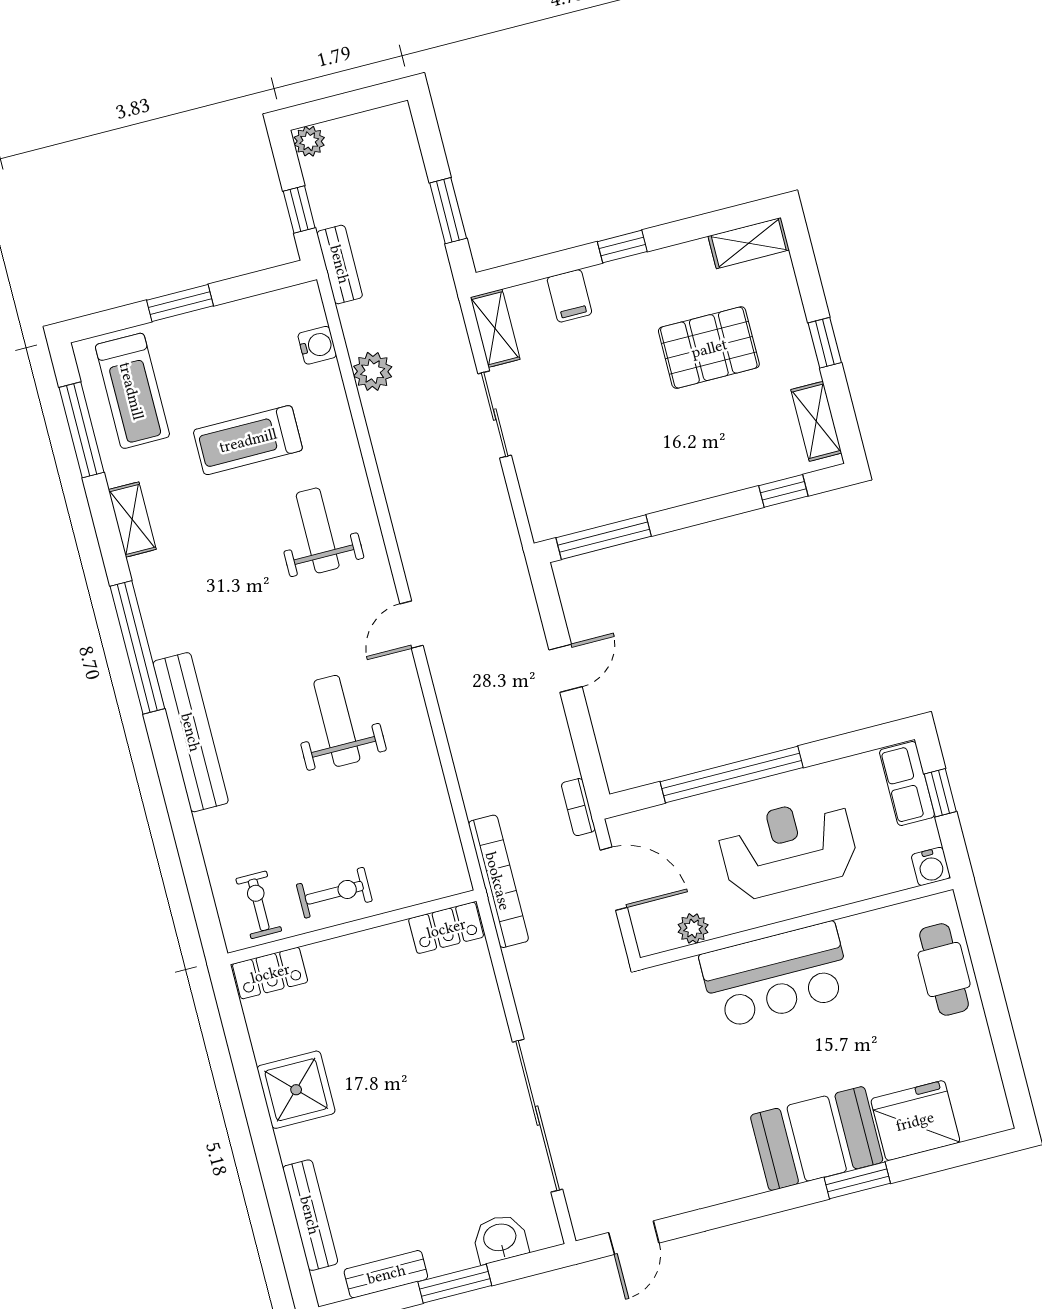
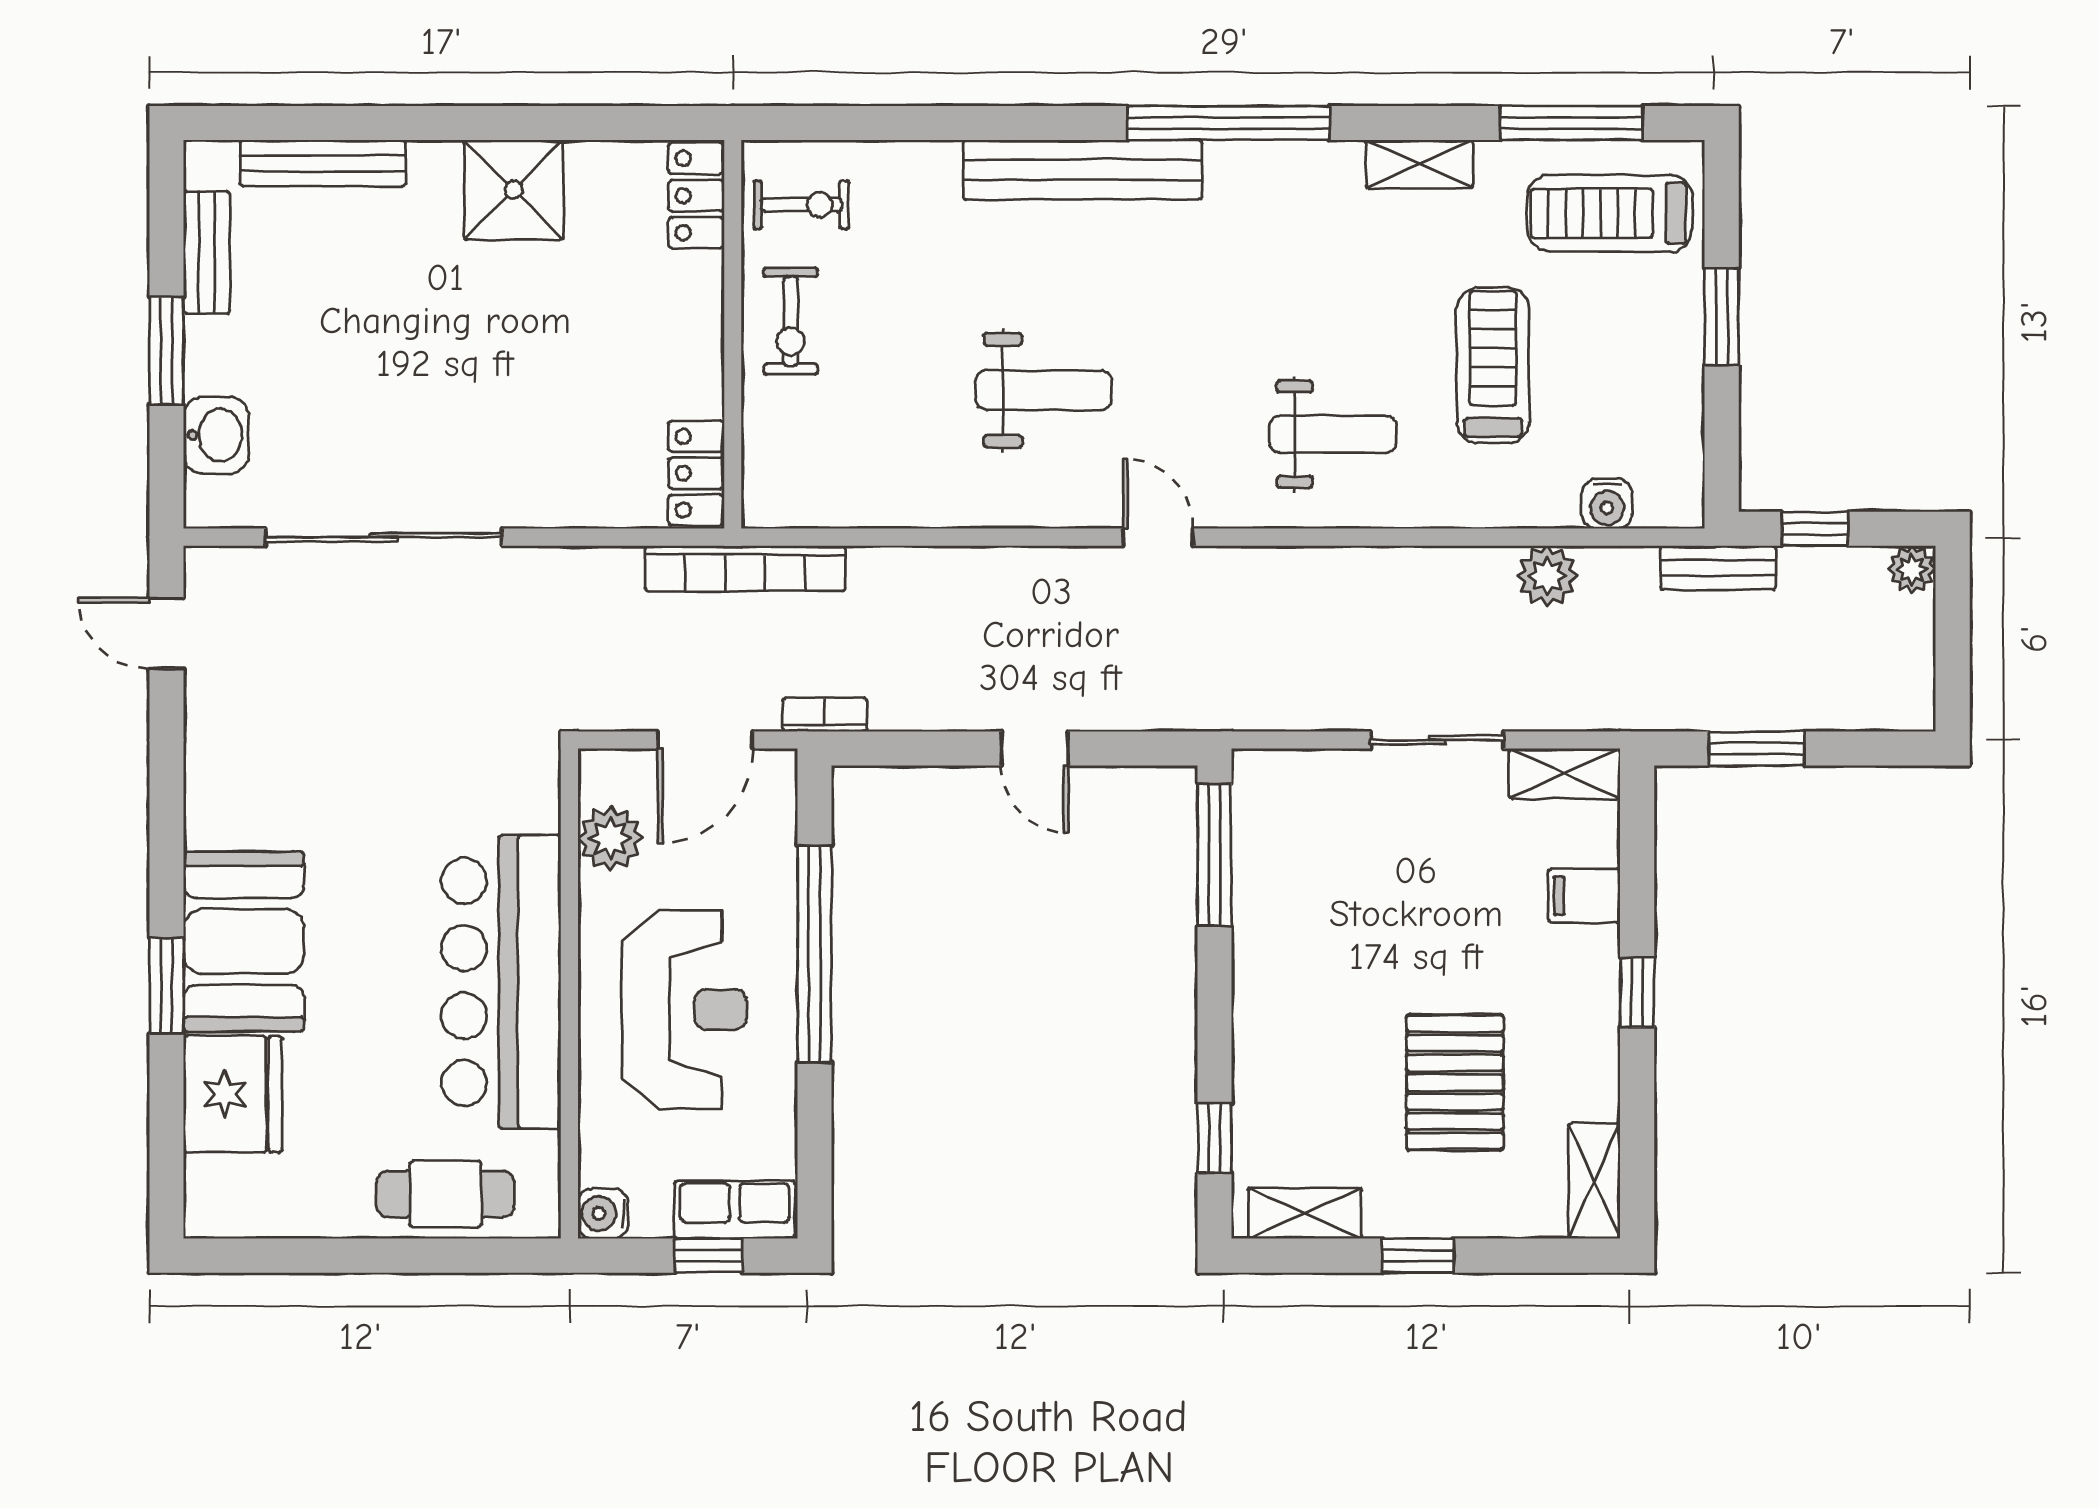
plant: (693, 928) -> (610, 838), width x1.38, depth x1.38
bar counter: (776, 975) -> (501, 982), width x1.36

